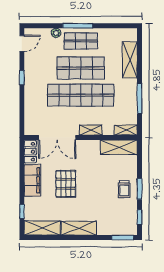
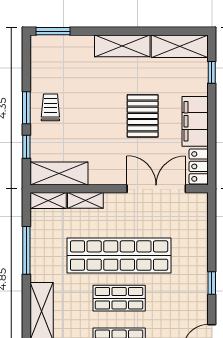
shop shelf: (81, 68) -> (119, 298), width x0.70, depth x0.74
shelving: (91, 130) -> (85, 200), moved
window: (140, 217) -> (26, 147), moved

